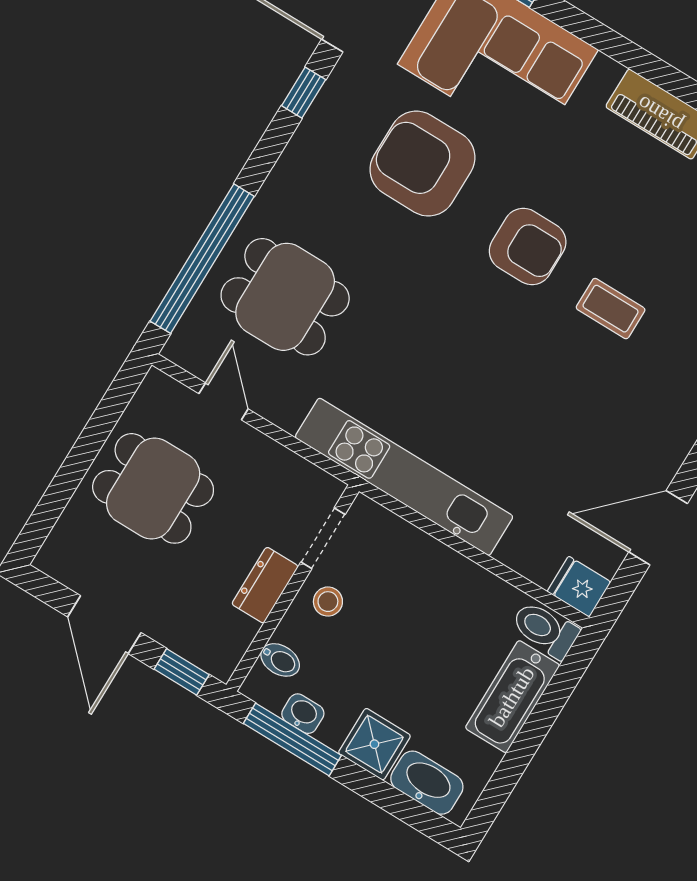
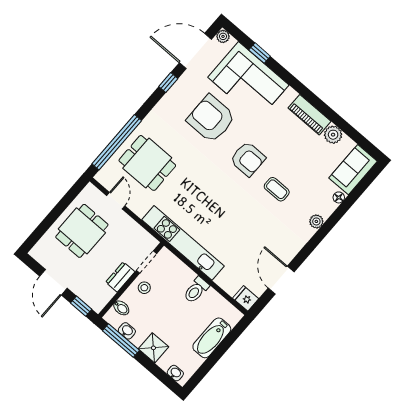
dining table: (153, 488) -> (82, 231), turned 90
door: (658, 528) -> (281, 280), hinge flipped
toilet: (545, 630) -> (196, 290), moved, turned -90
washbasin: (427, 783) -> (175, 373), width x0.52, depth x0.69

